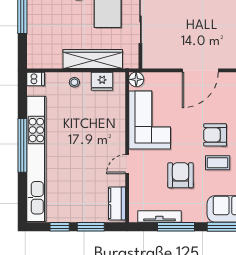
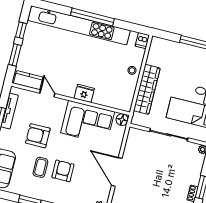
fridge: (102, 81) -> (84, 93), moved, turned 90
door: (127, 164) -> (47, 93), moved
armchair: (181, 175) -> (38, 136), turned 180

